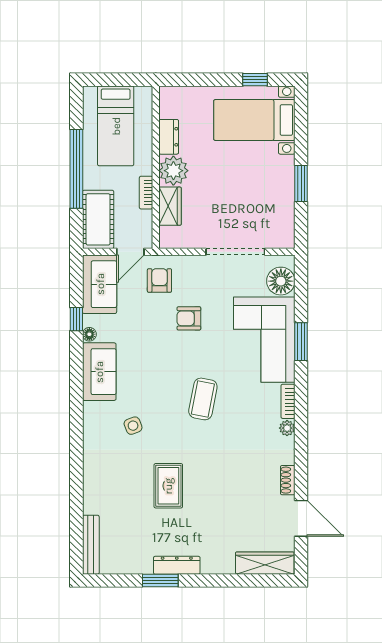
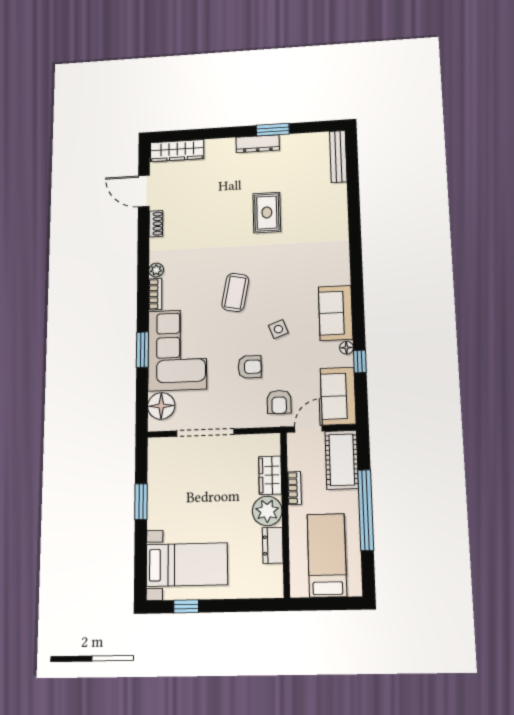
side table: (133, 426) -> (278, 329), moved

